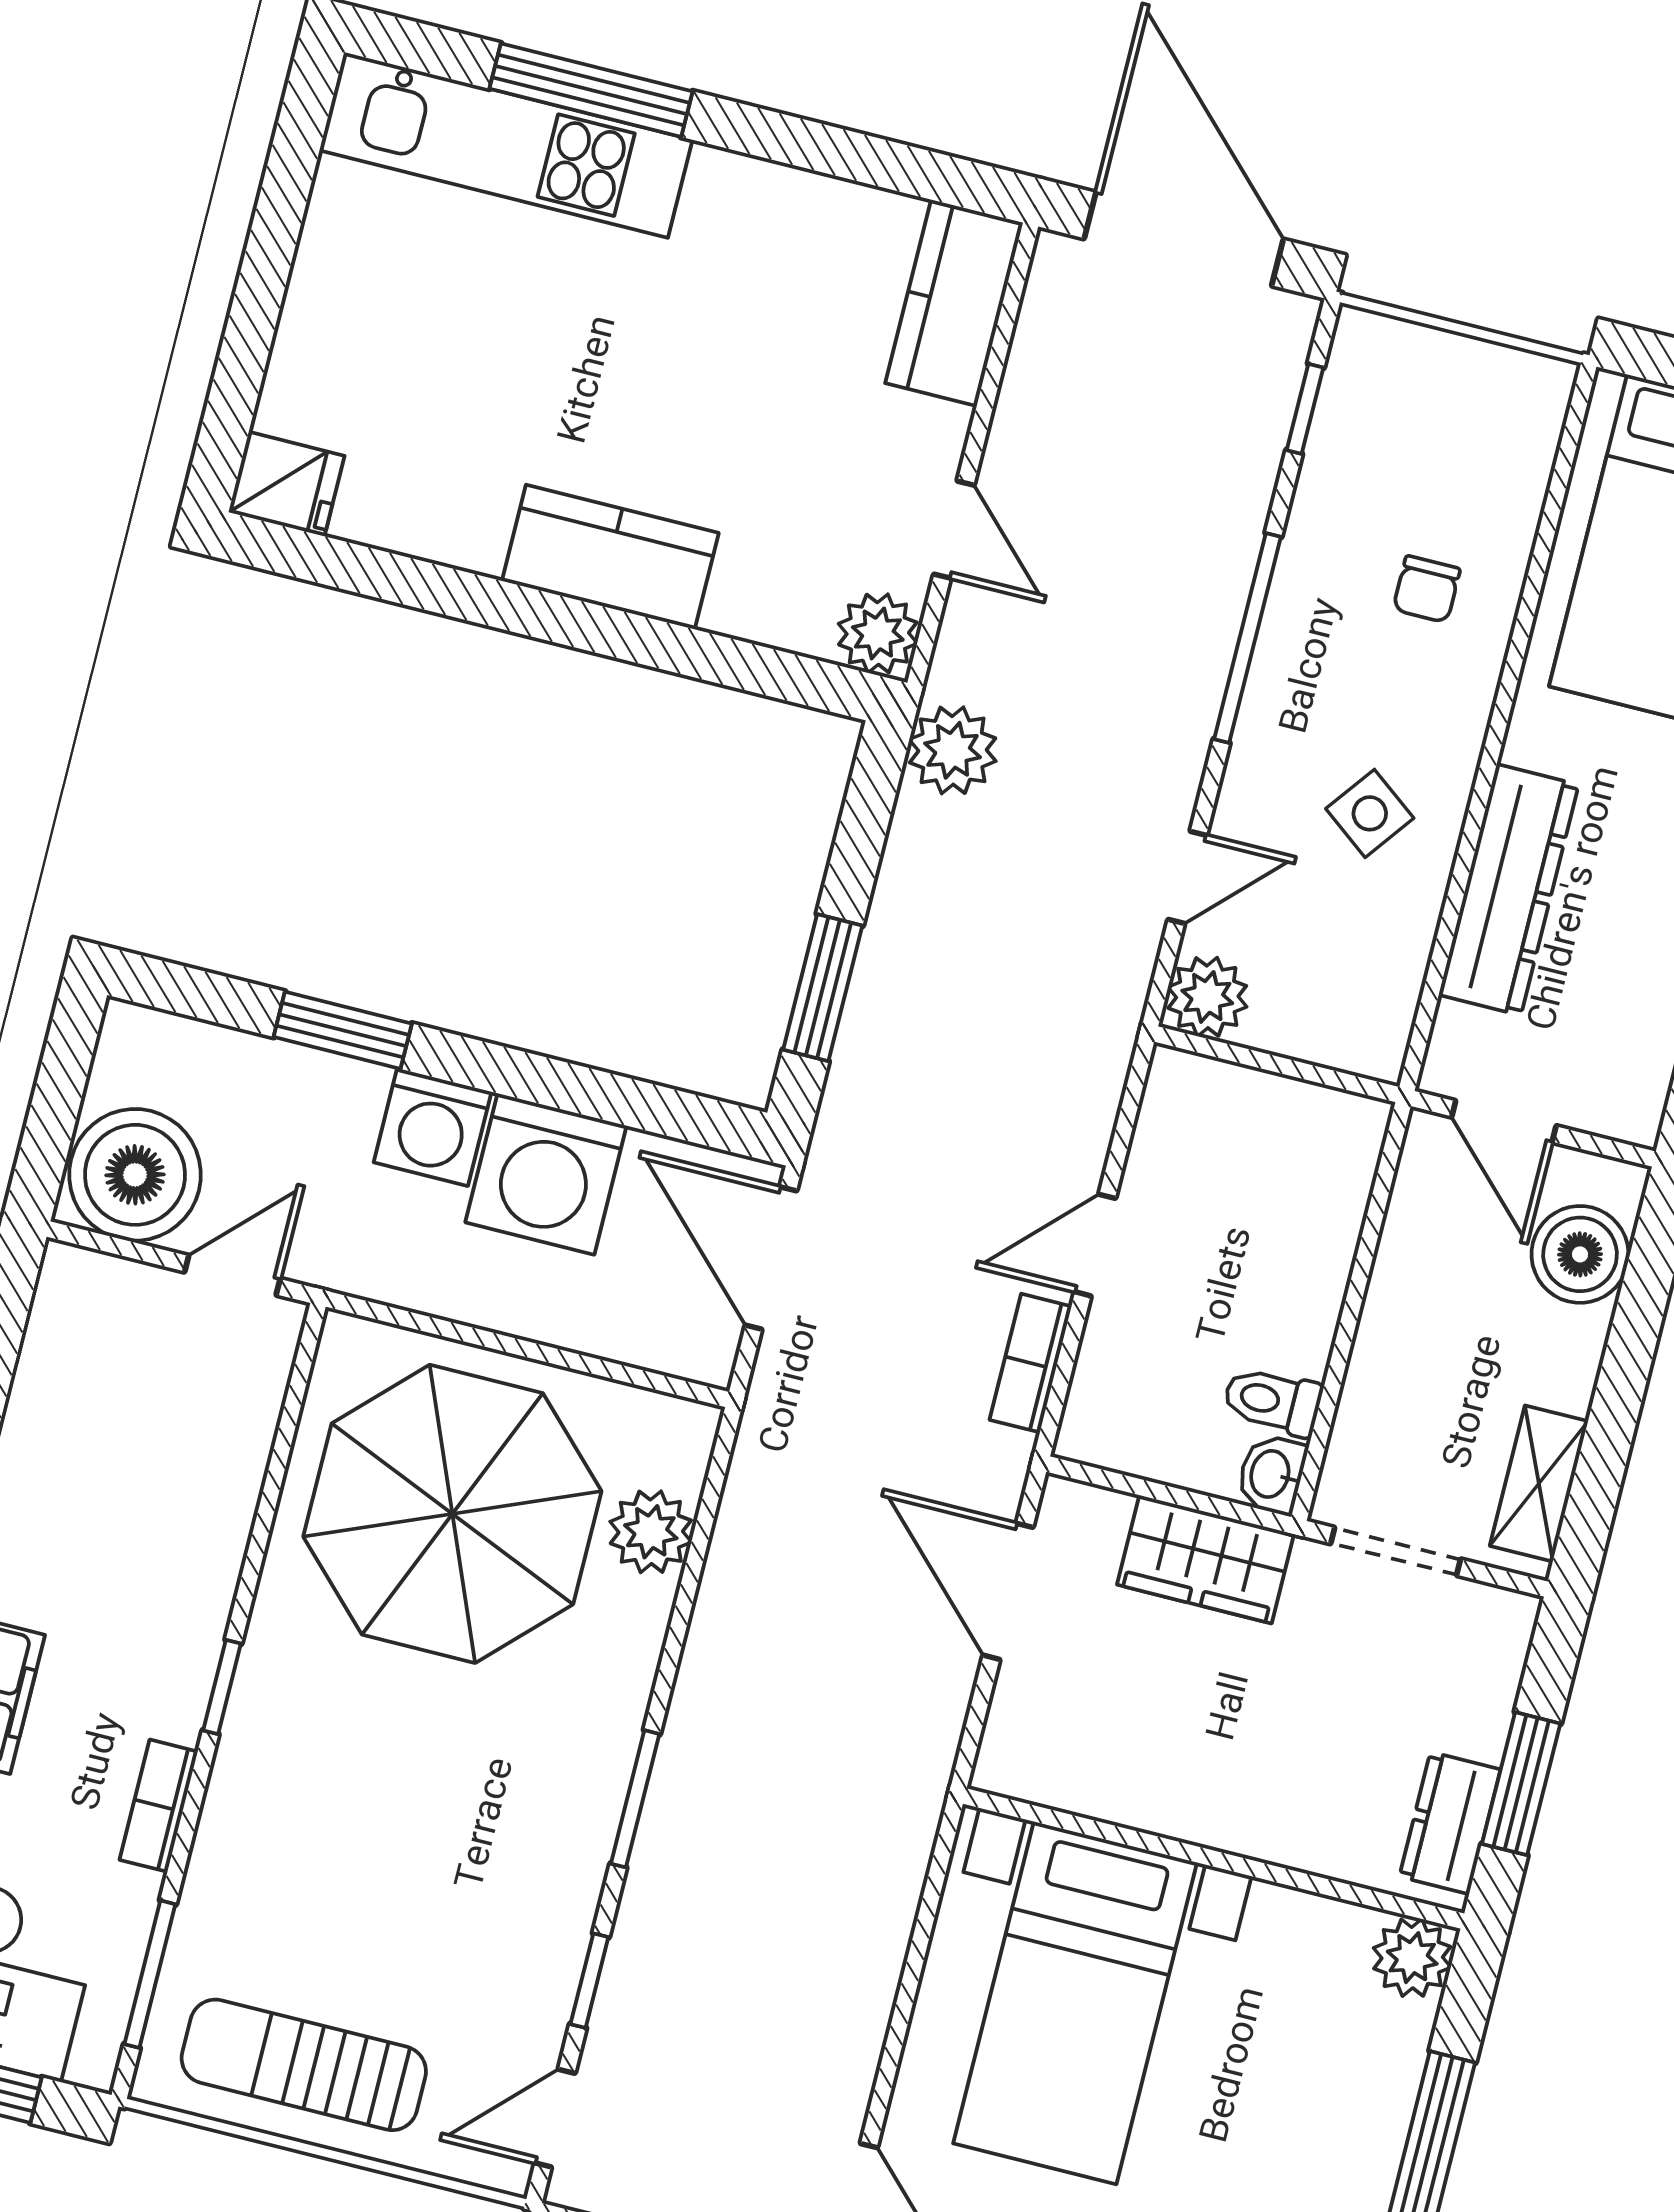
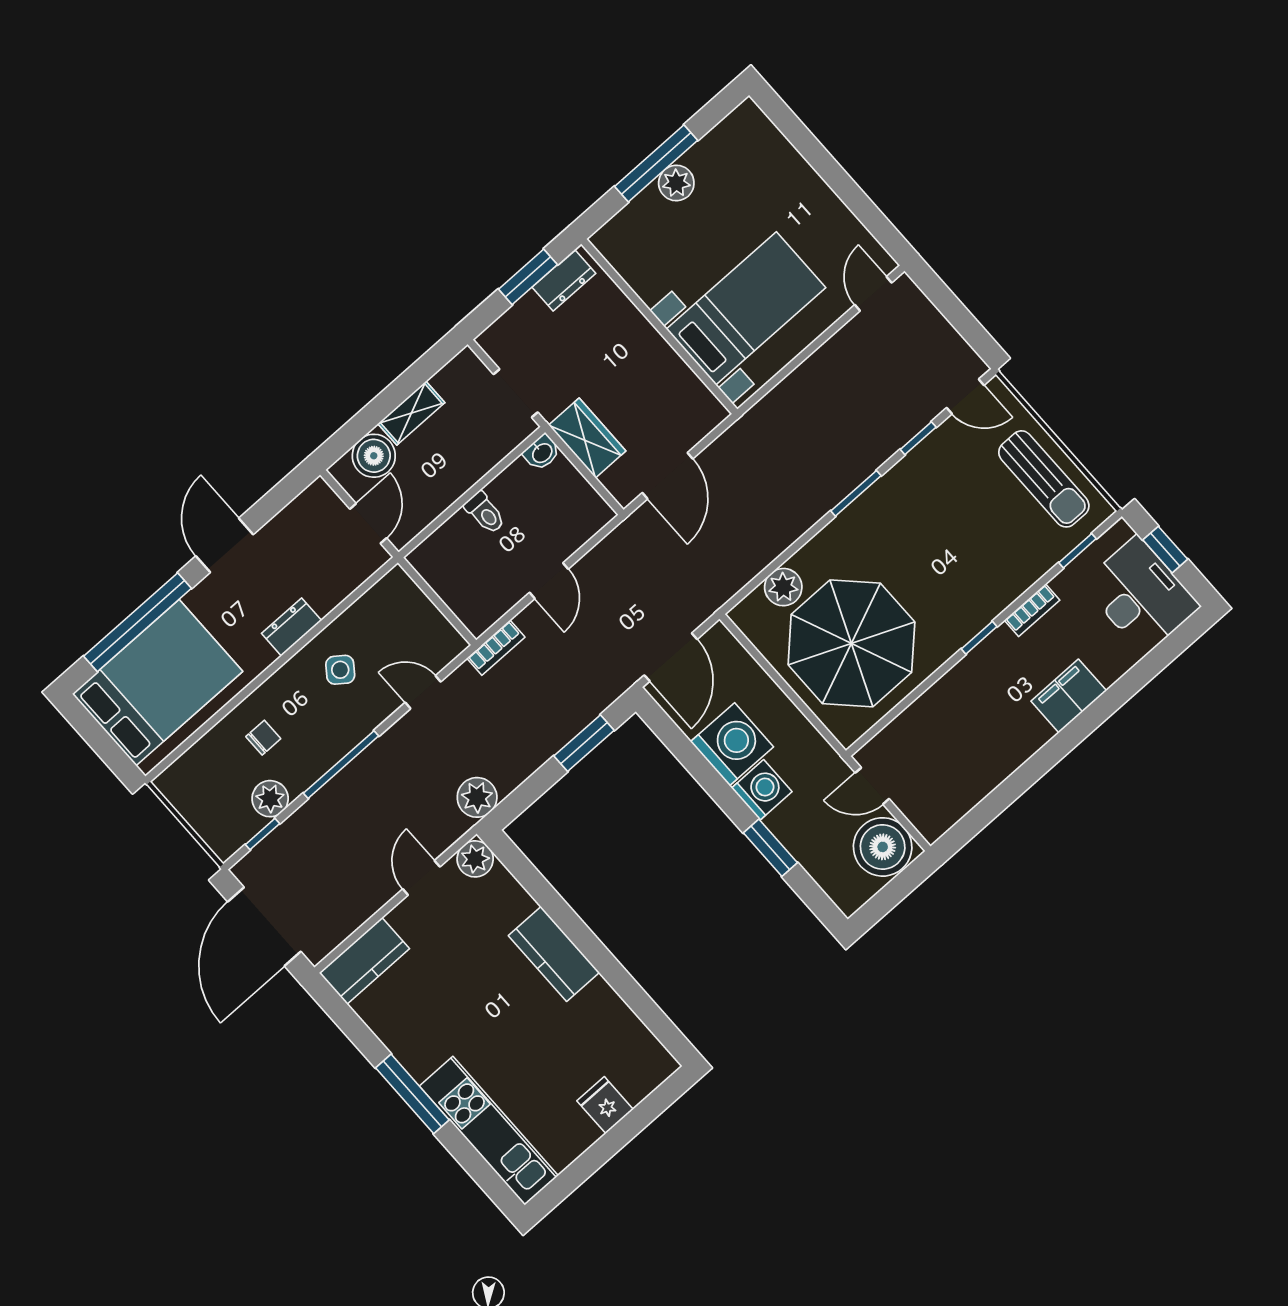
window: (591, 90) -> (412, 1094), moved
fridge: (287, 484) -> (605, 1105), moved
dresser: (1509, 890) -> (292, 627), width x0.51, depth x0.80
plant: (1207, 997) -> (270, 799), moved
door: (1095, 1245) -> (549, 581), hinge flipped
bookcase: (1031, 1363) -> (496, 648), moved
toilet: (1273, 1401) -> (485, 513), moved
shelving: (1539, 1483) -> (411, 413), moved
plant: (1412, 1958) -> (676, 183), moved
window: (150, 1974) -> (1077, 551), width x0.67

